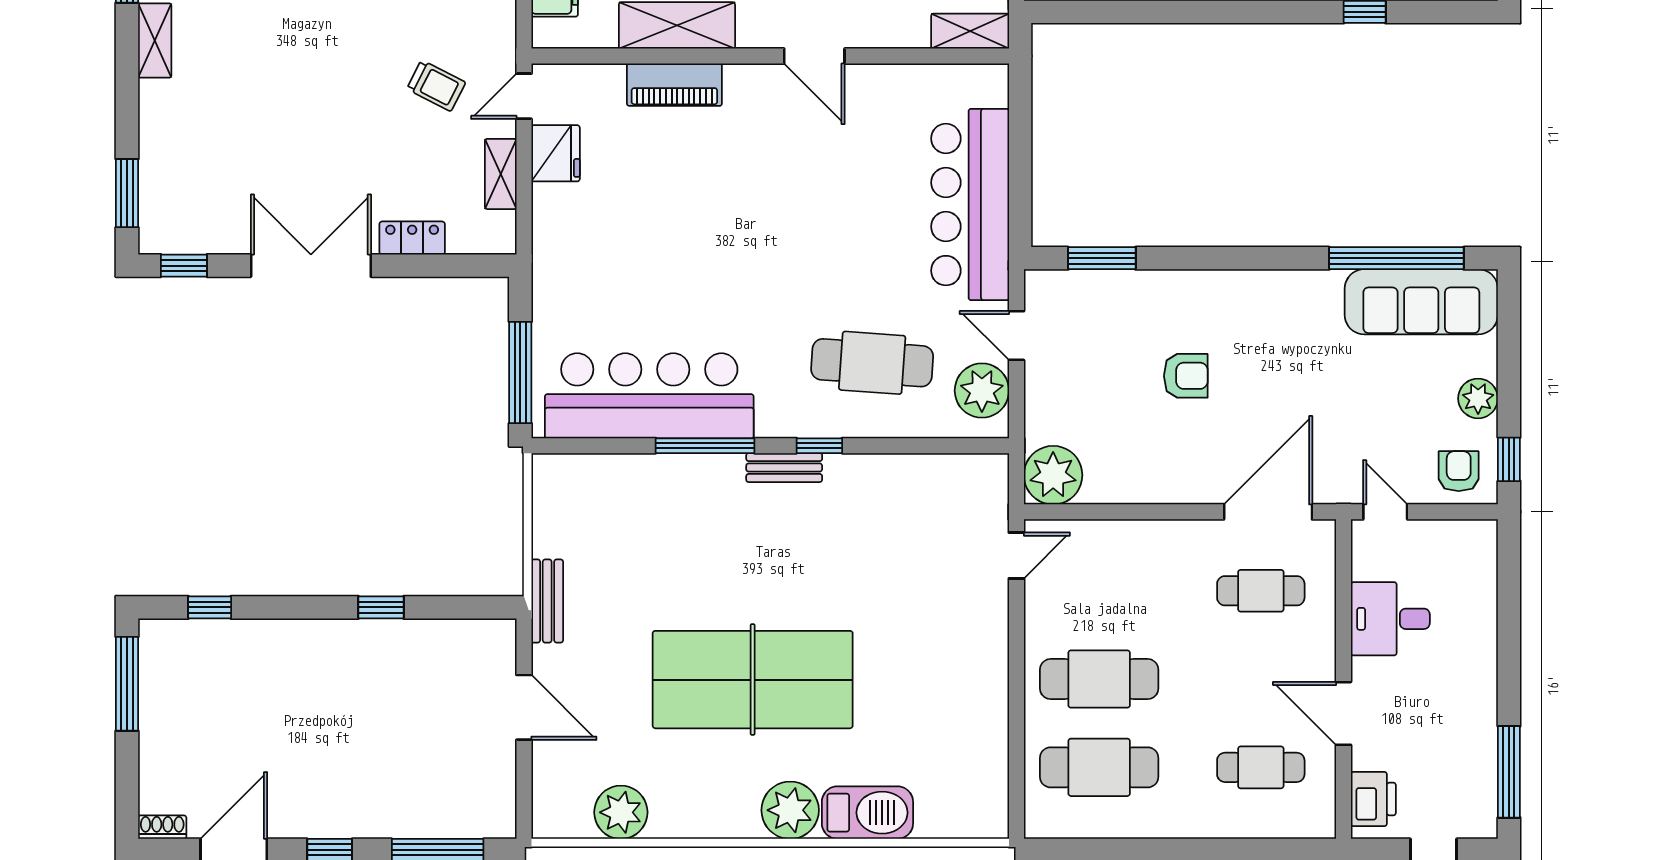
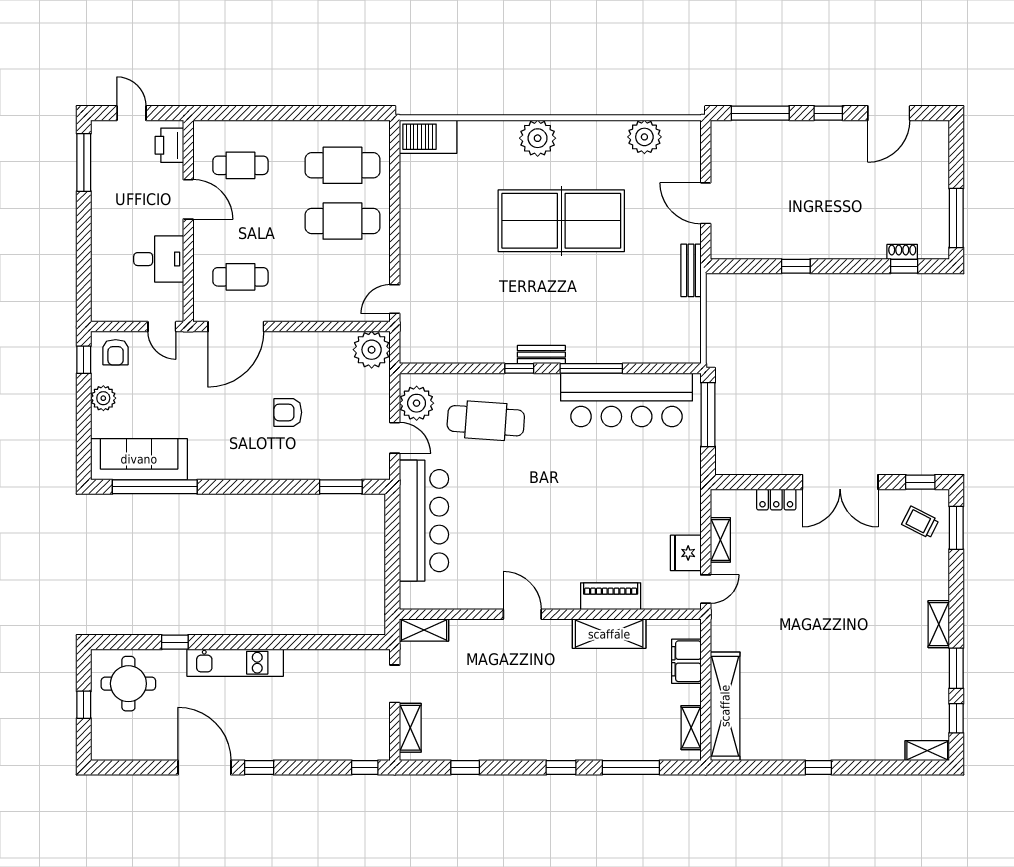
trolley: (436, 86) -> (920, 522), moved
barbecue: (867, 813) -> (428, 137), moved
shoe rack: (162, 827) -> (902, 252), moved, turned 180

